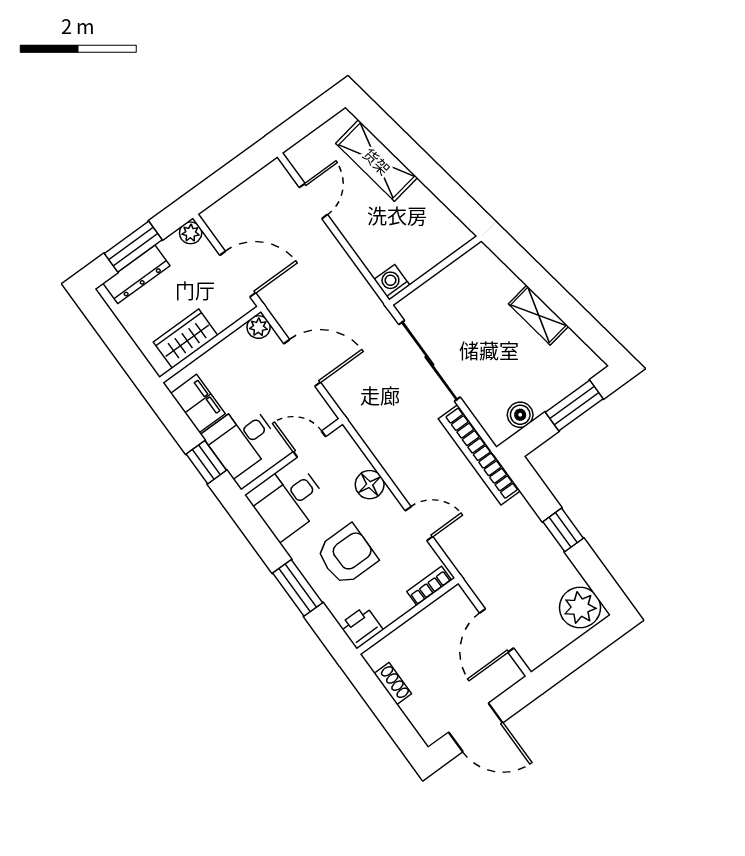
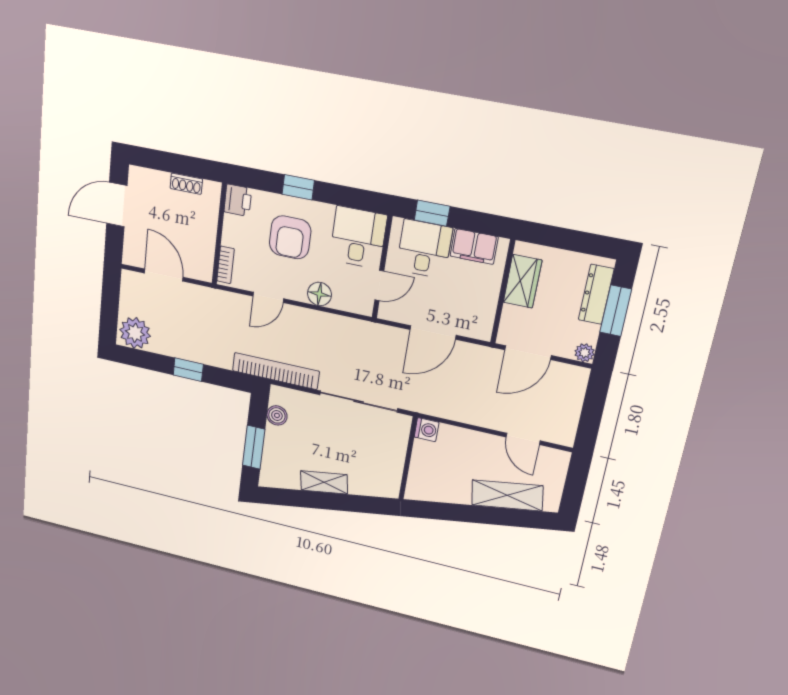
plant: (259, 327) -> (482, 331), removed
window: (298, 588) -> (298, 187), width x0.67

